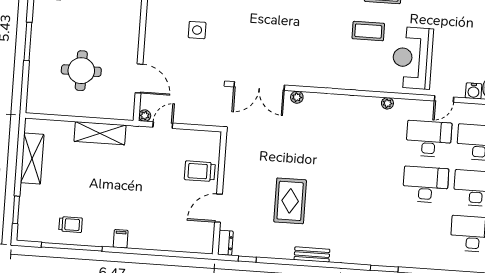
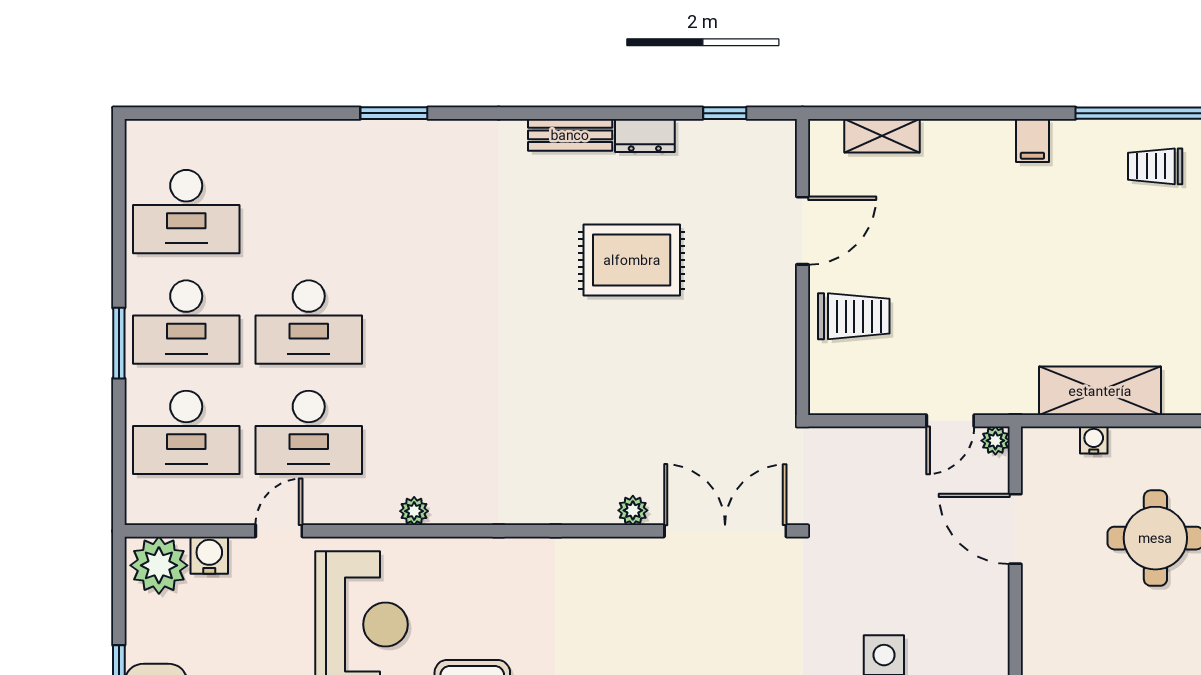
water cooler: (104, 113) -> (1094, 440), added
rug: (290, 201) -> (632, 260), turned 90
dresser: (225, 243) -> (645, 135), moved, turned -90
shelving: (183, 245) -> (882, 136), added

